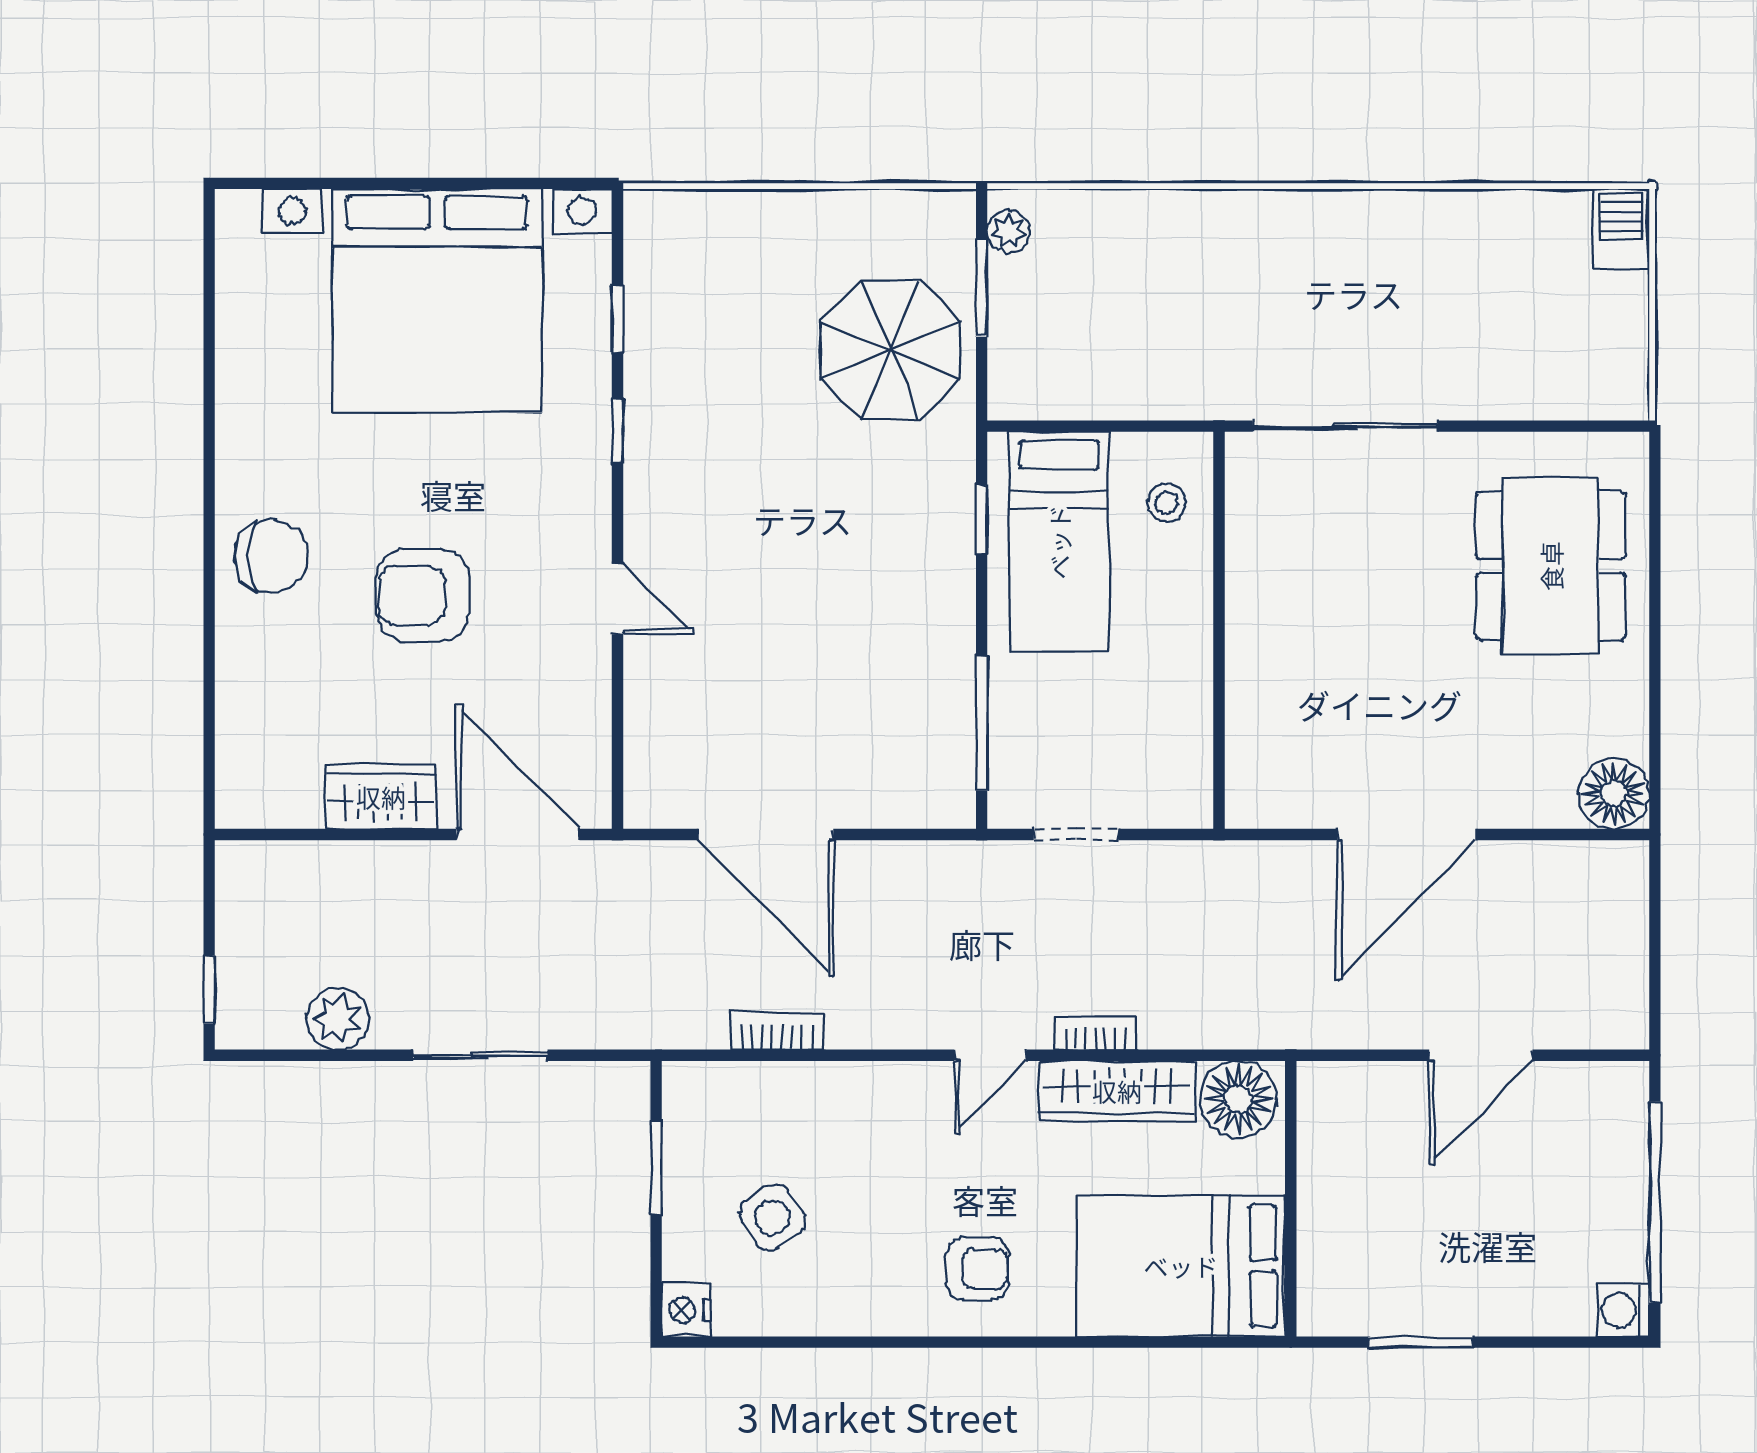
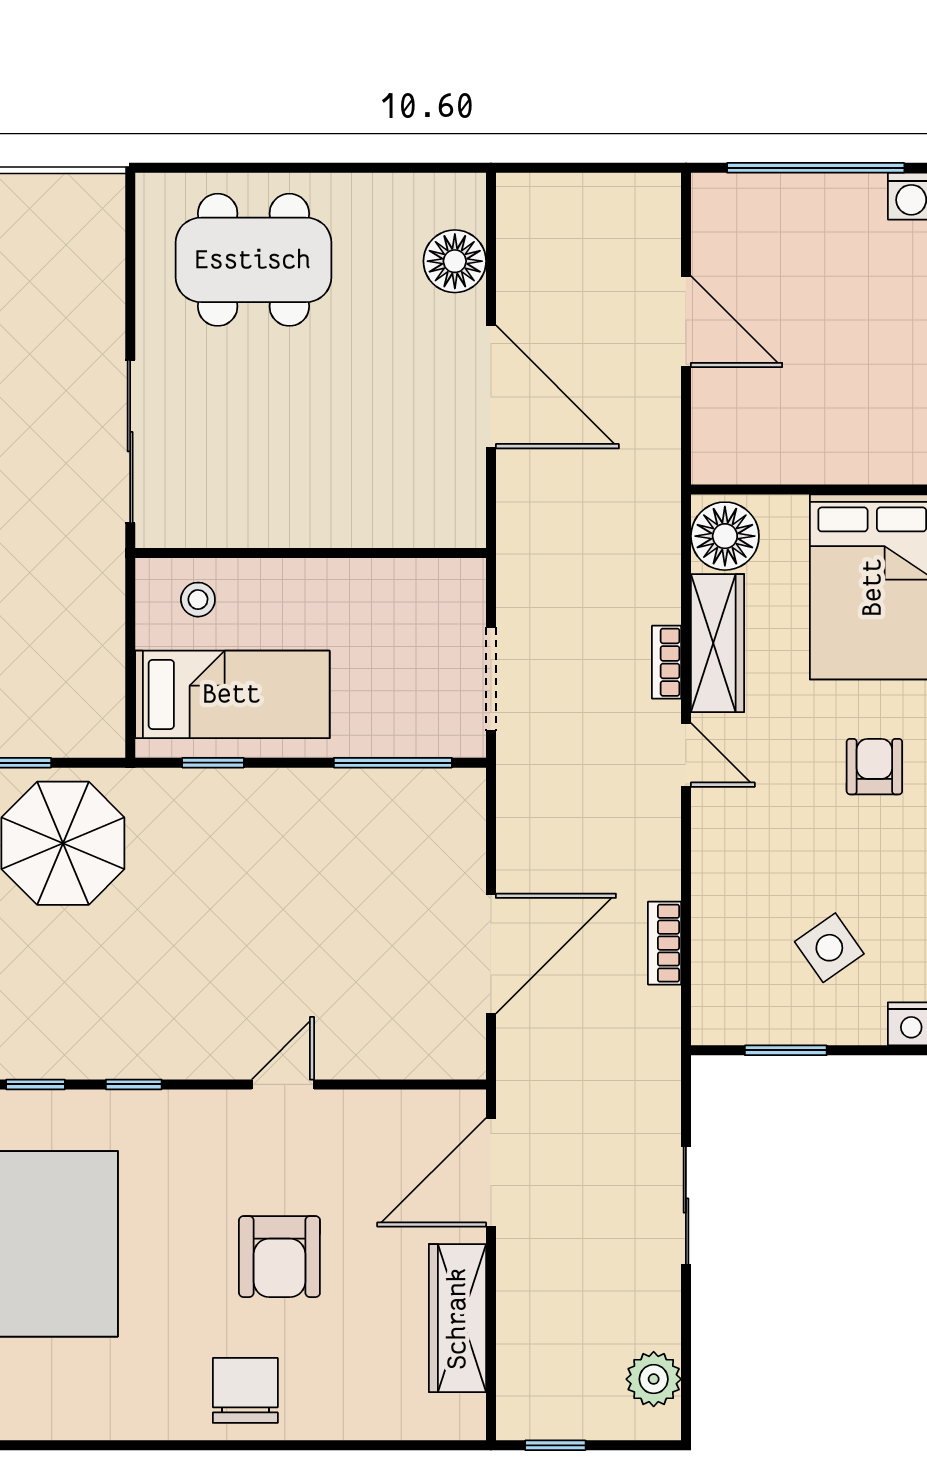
floor lamp: (1614, 794) -> (455, 261), moved
wardrobe: (381, 797) -> (457, 1318), width x1.50
doorway: (1076, 835) -> (491, 679), width x1.38
window: (209, 990) -> (555, 1445), moved
plant: (338, 1019) -> (654, 1379), moved

